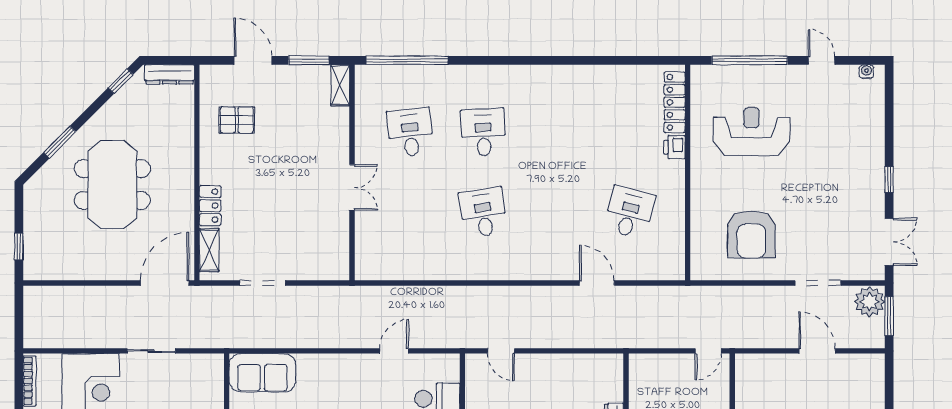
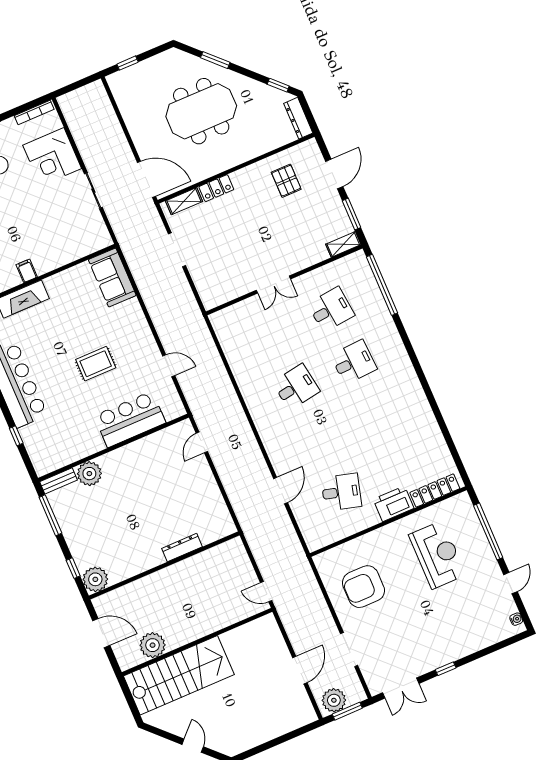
printer: (674, 147) -> (394, 504), width x1.87, depth x1.48
plant: (870, 302) -> (334, 700), moved

